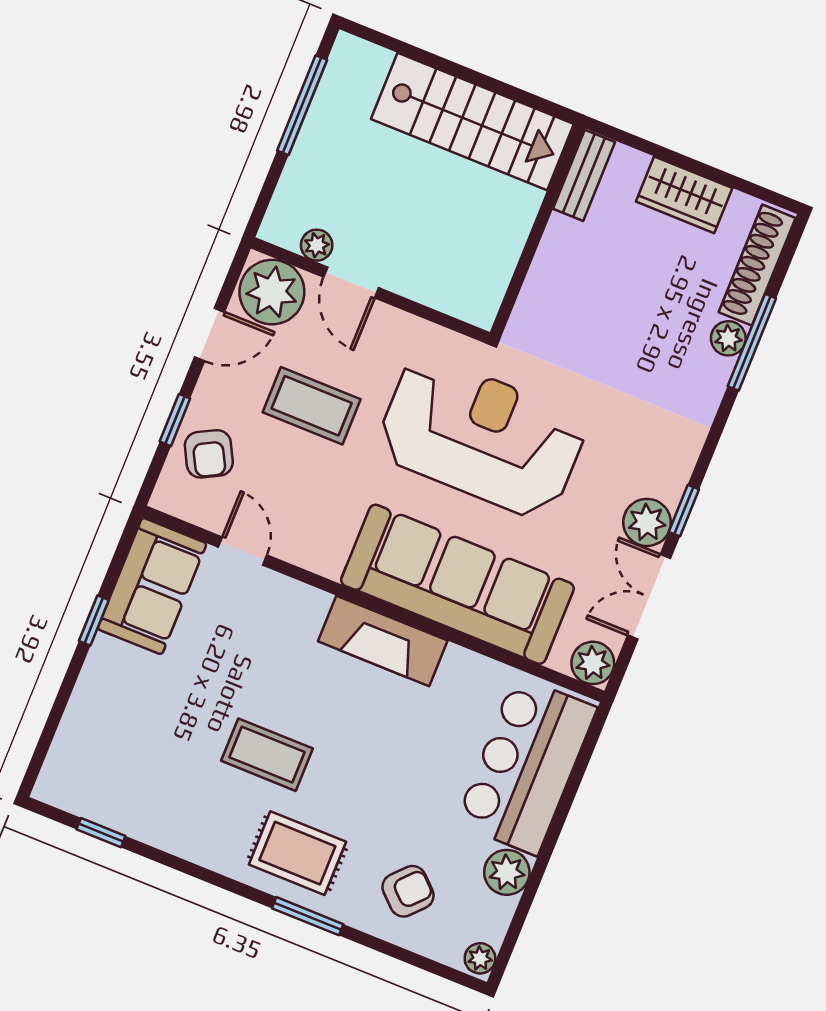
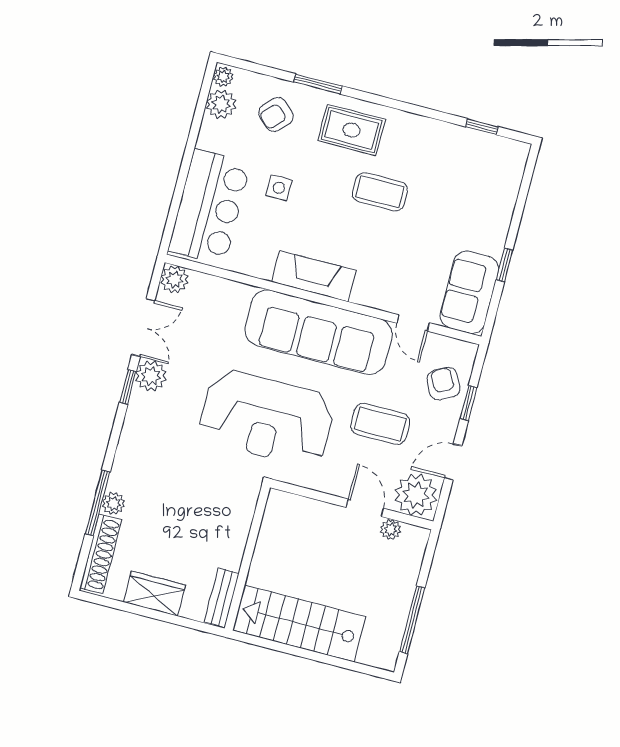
sofa: (457, 584) -> (318, 332), moved
side table: (418, 781) -> (279, 188), added
plant: (507, 872) -> (221, 104), moved
window: (308, 916) -> (318, 84), moved

